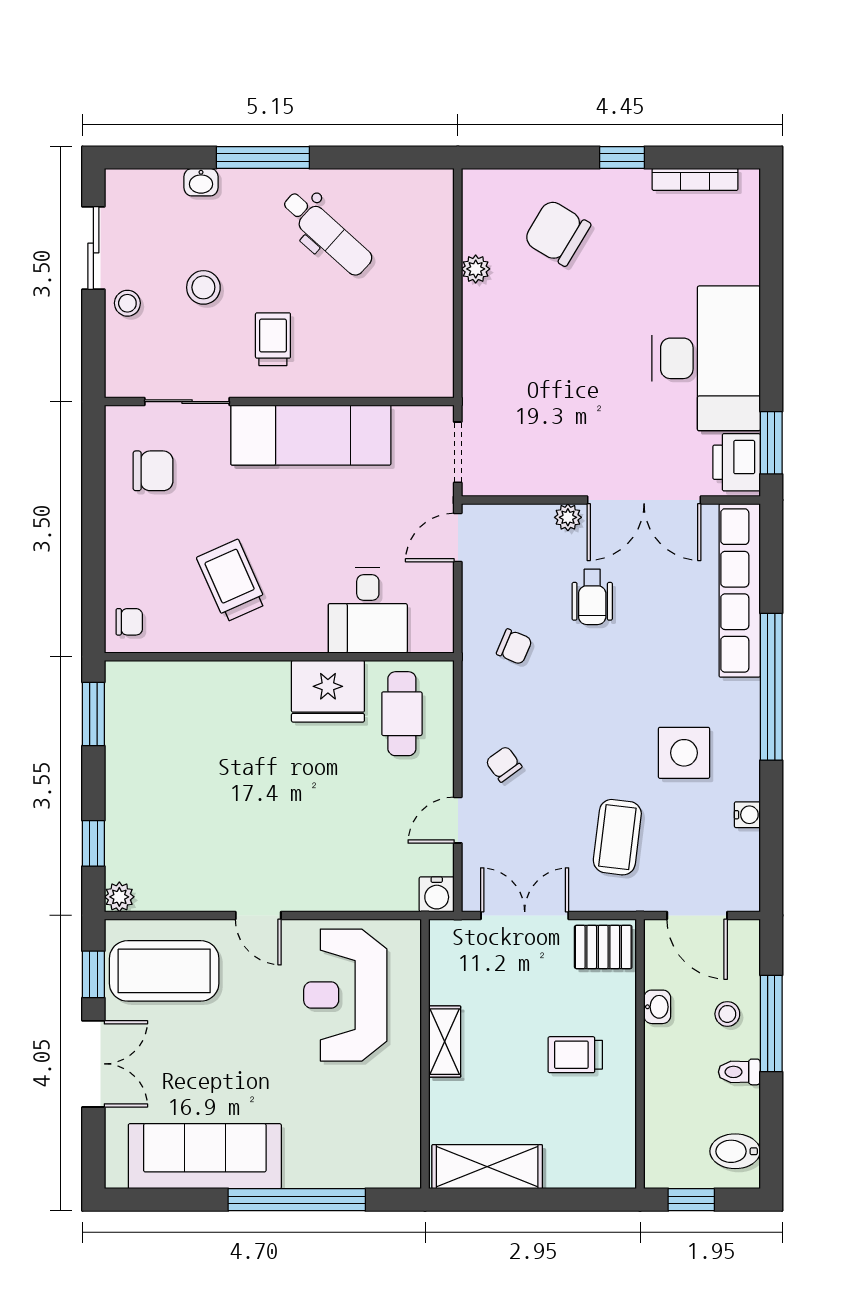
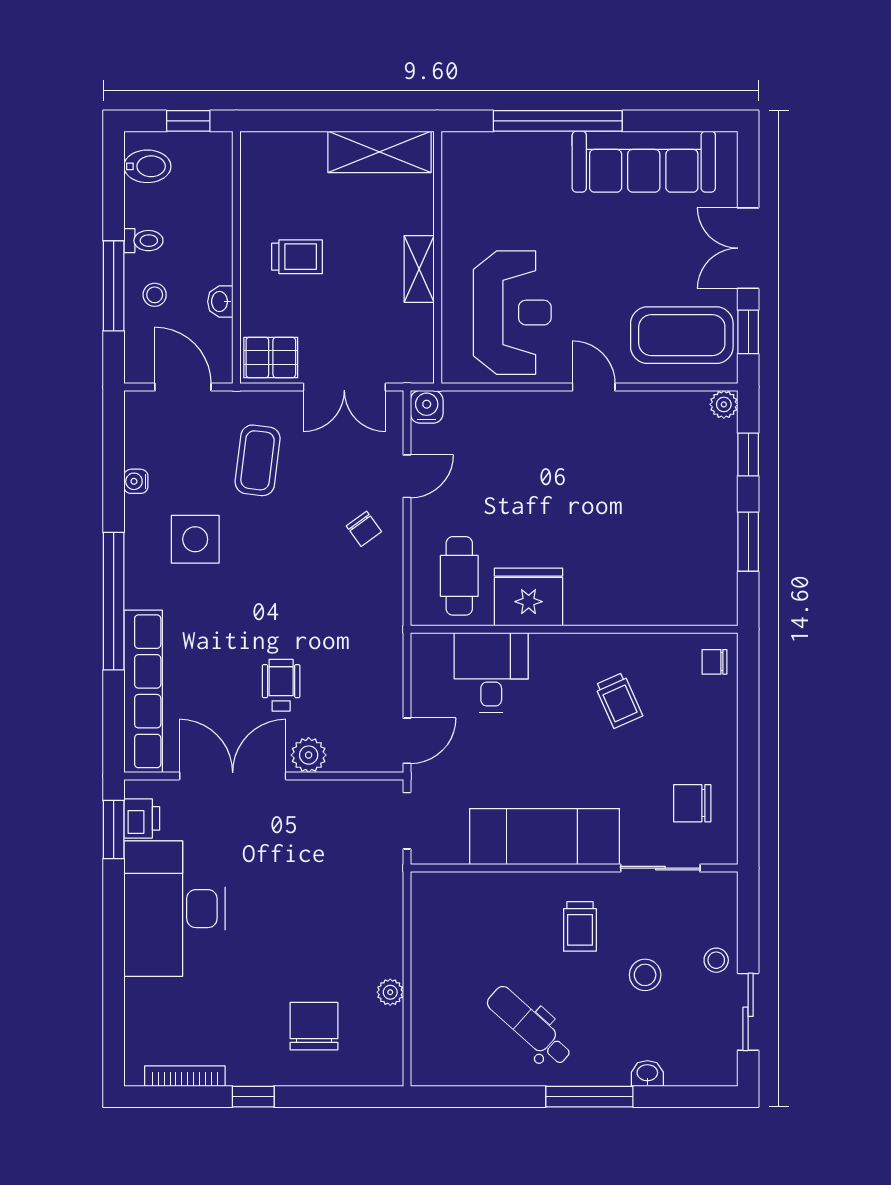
chair: (557, 233) -> (314, 1026), turned -121
printer: (737, 462) -> (142, 818), width x0.73, depth x0.81
plant: (568, 517) -> (309, 755), width x1.38, depth x1.38
trolley: (232, 581) -> (619, 700), width x0.73, depth x0.72
chair: (514, 647) -> (354, 639), removed
window: (93, 714) -> (748, 542), moved

